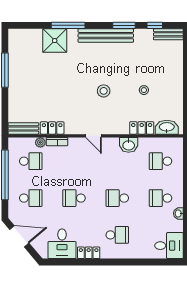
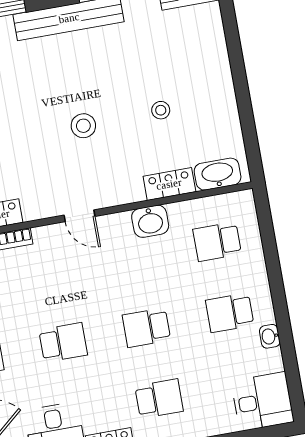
school desk: (74, 198) -> (63, 342), turned 180

